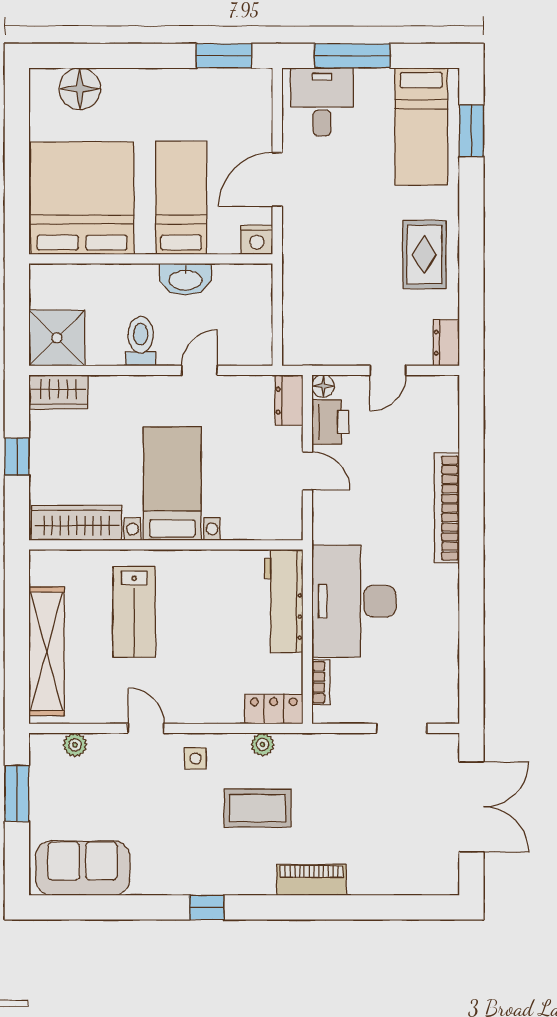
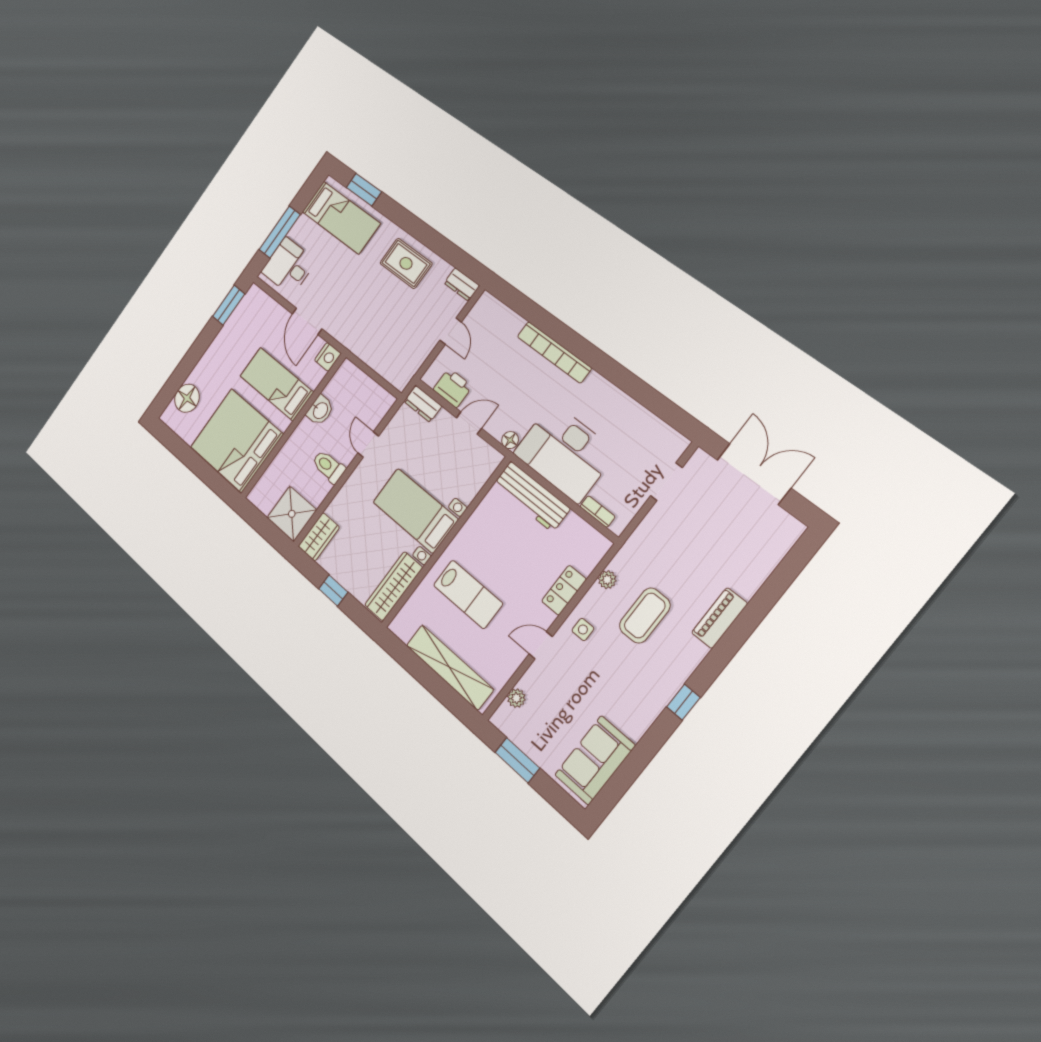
washbasin: (185, 279) -> (320, 410), width x0.72
floor lamp: (323, 386) -> (510, 440), moved
locker: (274, 709) -> (564, 590), moved

